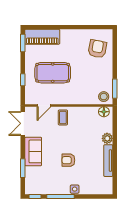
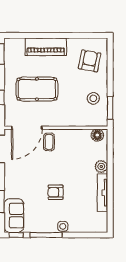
piano: (42, 37) -> (46, 47), moved
stool: (104, 97) -> (93, 98), moved
door: (44, 105) -> (27, 128), width x1.88
sofa: (33, 151) -> (14, 216), moved

